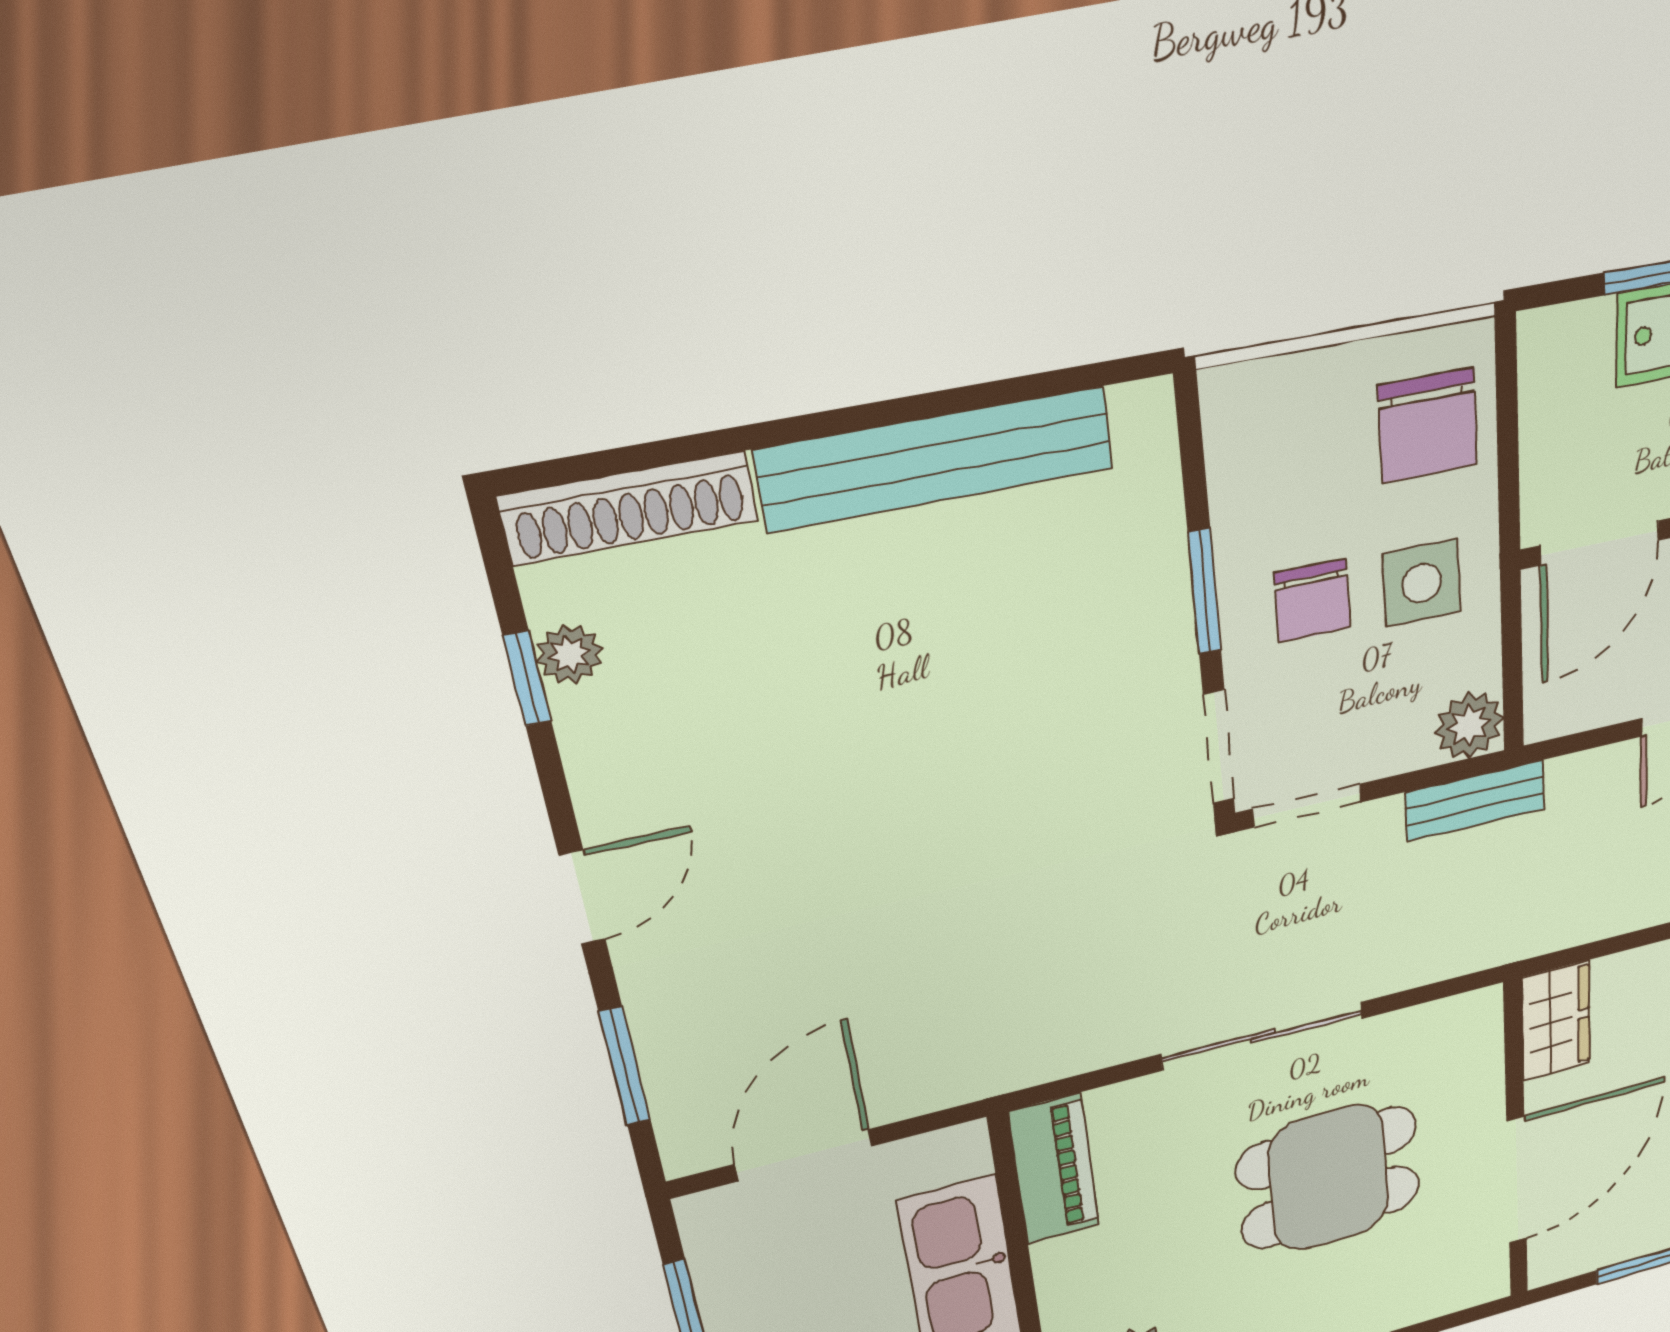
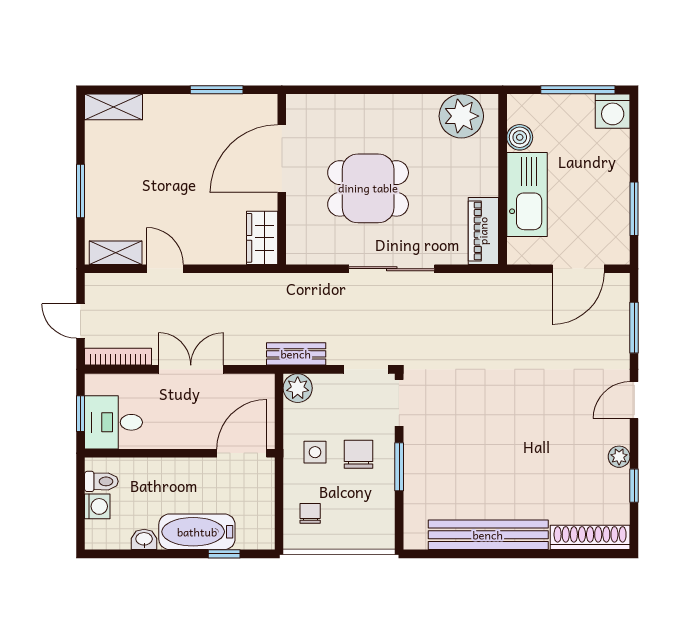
chair: (1428, 425) -> (310, 513), width x0.54, depth x0.54
side table: (1422, 583) -> (315, 452), width x0.73, depth x0.73
plant: (569, 654) -> (619, 457), moved

